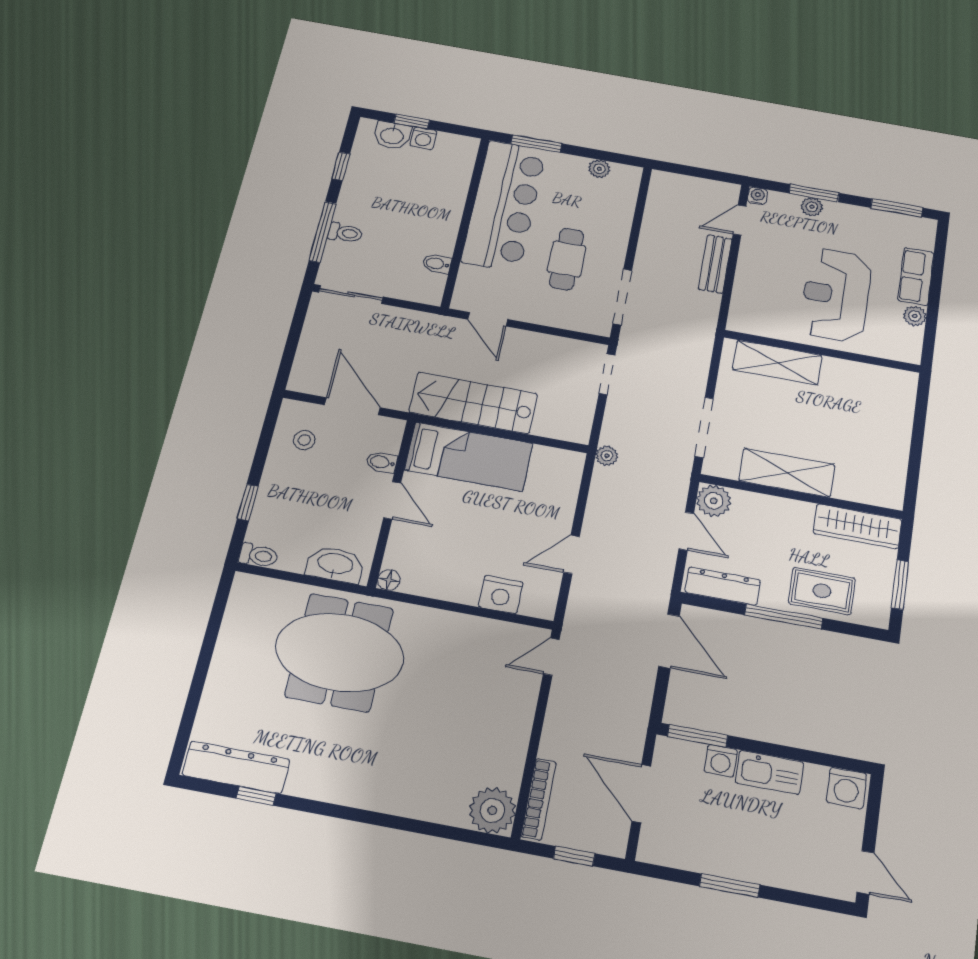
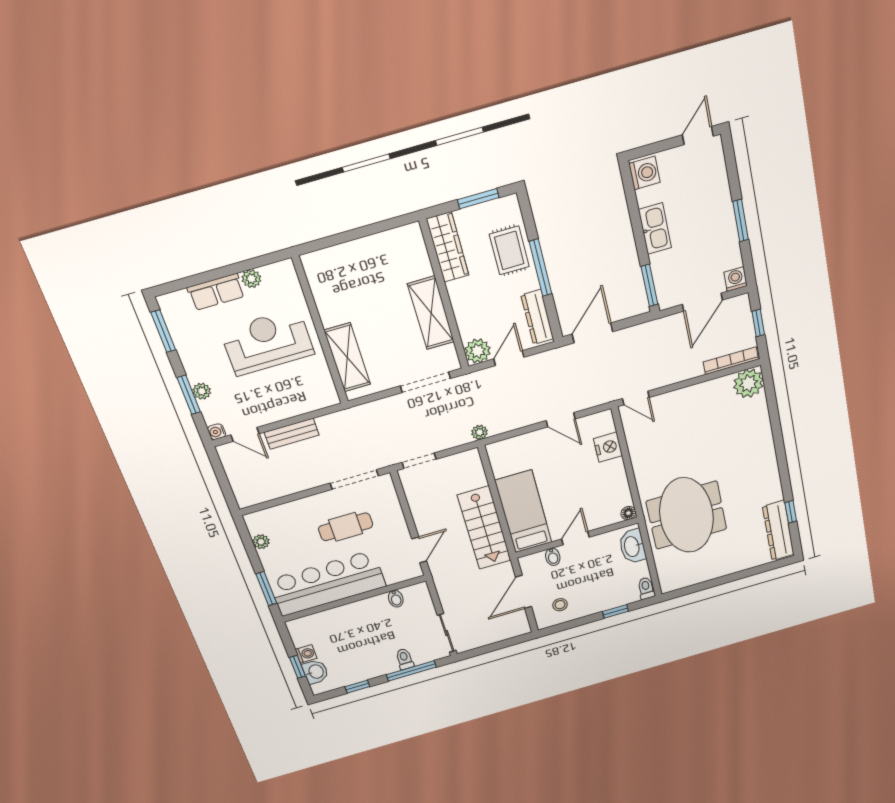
reception desk: (836, 295) -> (267, 342), turned 180
washing machine: (721, 761) -> (736, 279), moved, turned -90

